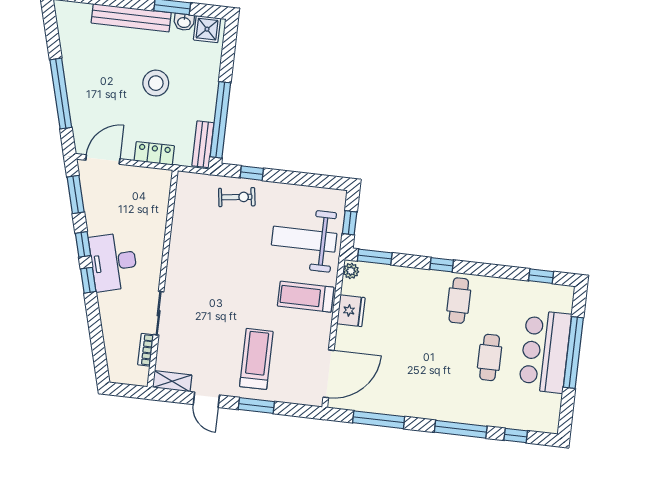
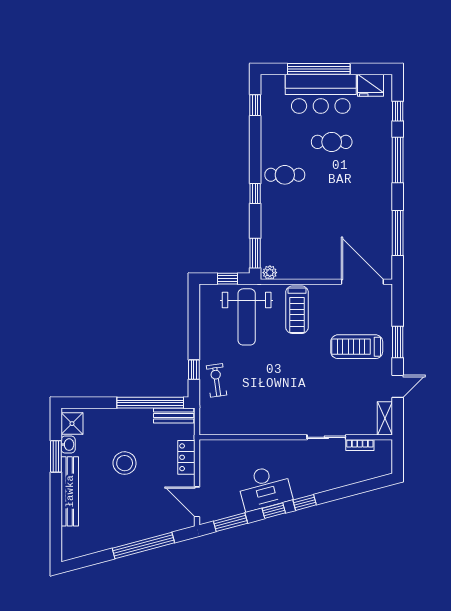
desk: (114, 262) -> (265, 488), moved
fridge: (351, 311) -> (370, 85), moved, turned 180

